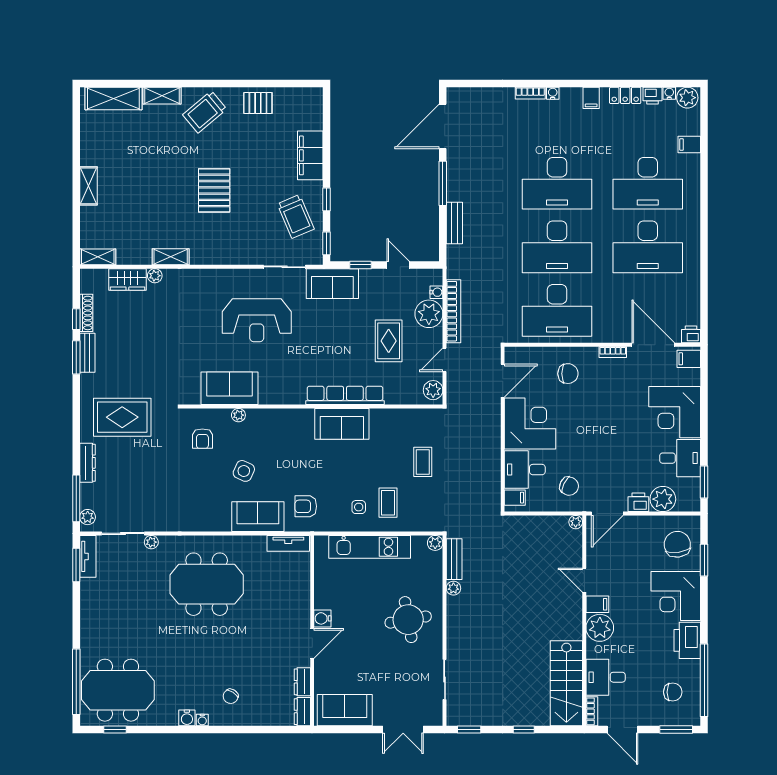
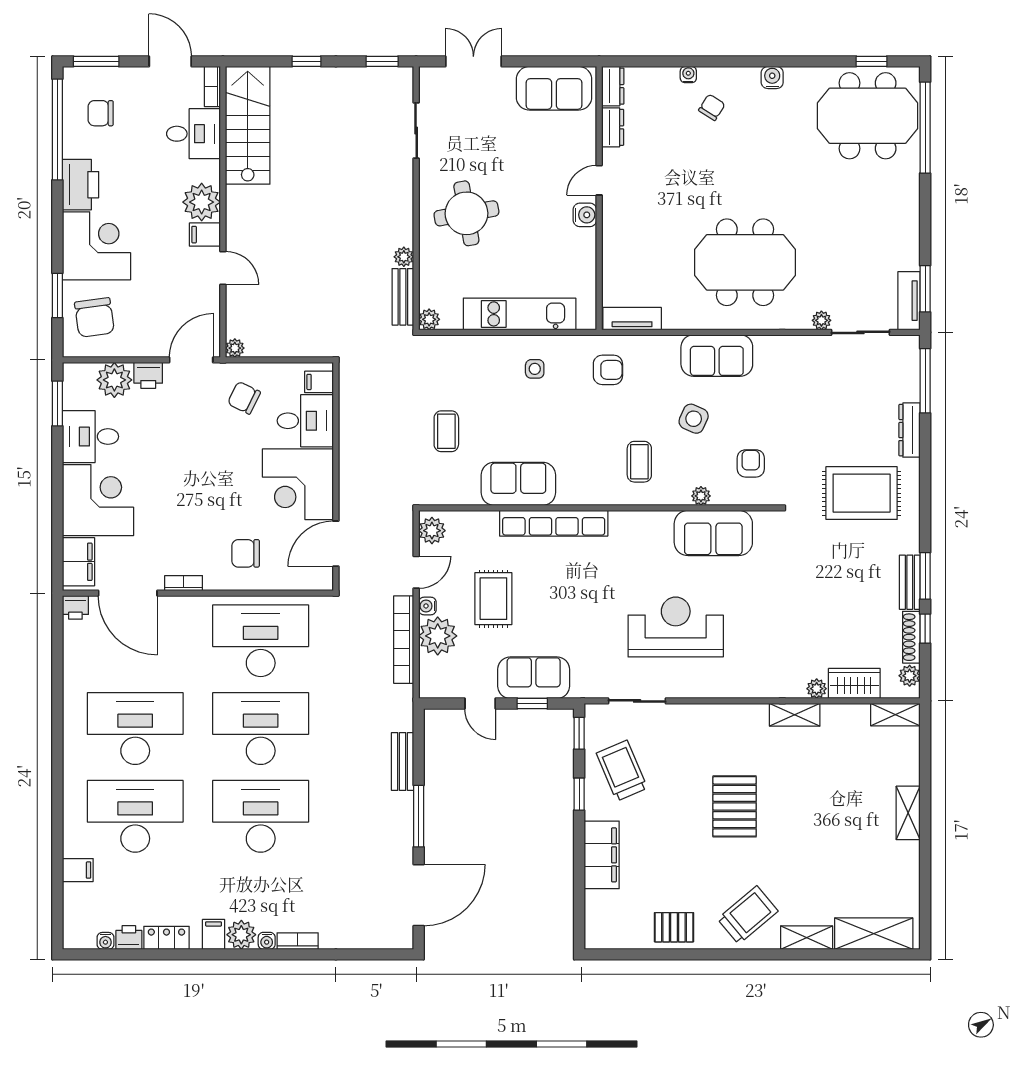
plant: (687, 98) -> (241, 935), moved
sofa: (332, 284) -> (534, 678), moved
water cooler: (436, 292) -> (427, 606), moved
filing cabinet: (689, 359) -> (79, 562), width x2.00
sofa: (342, 424) -> (518, 484), moved
coffee table: (388, 503) -> (639, 462), moved
plant: (88, 517) -> (910, 676), moved
sofa: (258, 517) -> (717, 356), moved
door: (312, 644) -> (599, 180), width x0.73
water cooler: (202, 720) -> (688, 75), moved

